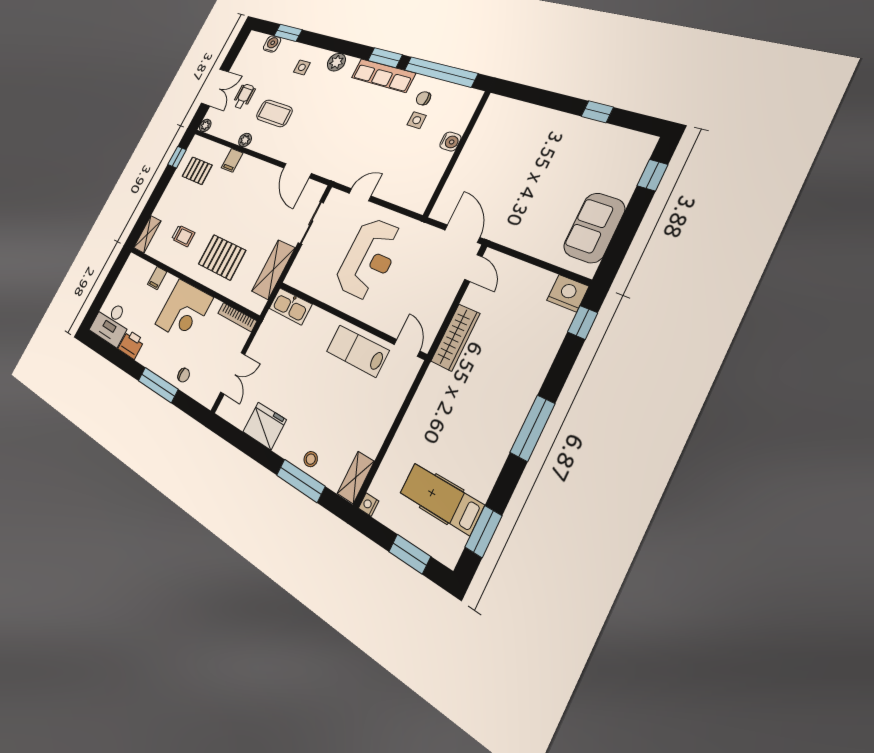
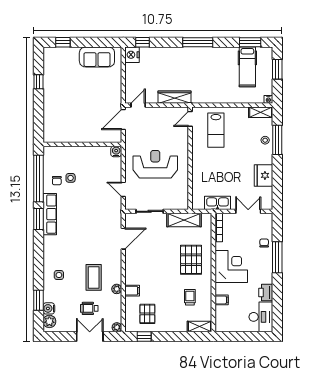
plant: (336, 62) -> (49, 321), moved
water cooler: (450, 142) -> (116, 151), moved
kitchen sink: (290, 306) -> (218, 203), moved, turned -90
lab bench: (357, 351) -> (216, 130), moved

